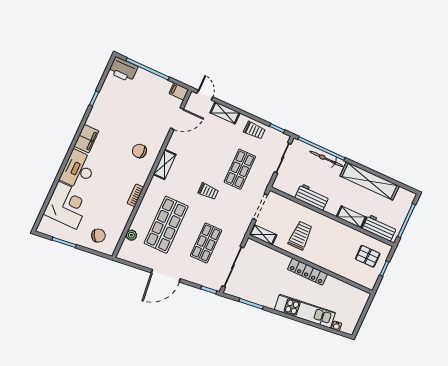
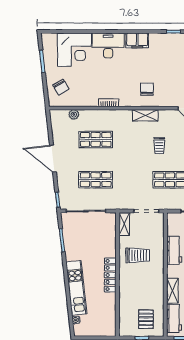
trolley: (208, 191) -> (159, 146), moved
shop shelf: (166, 225) -> (96, 139), width x0.70, depth x0.74

